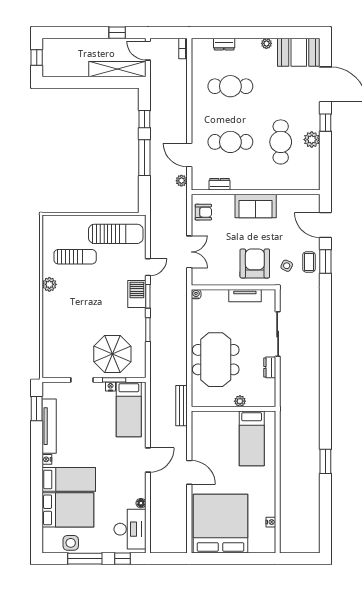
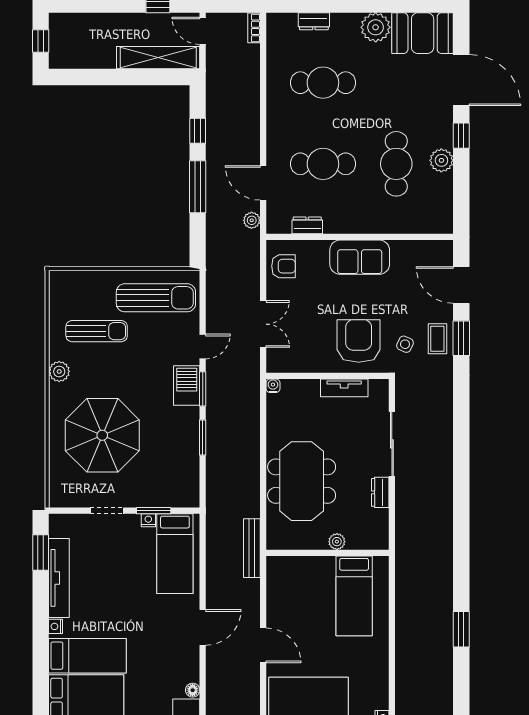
plant: (266, 43) -> (376, 27), width x1.88, depth x1.88
parasol: (112, 354) -> (102, 435), moved, width x1.36, depth x1.36

